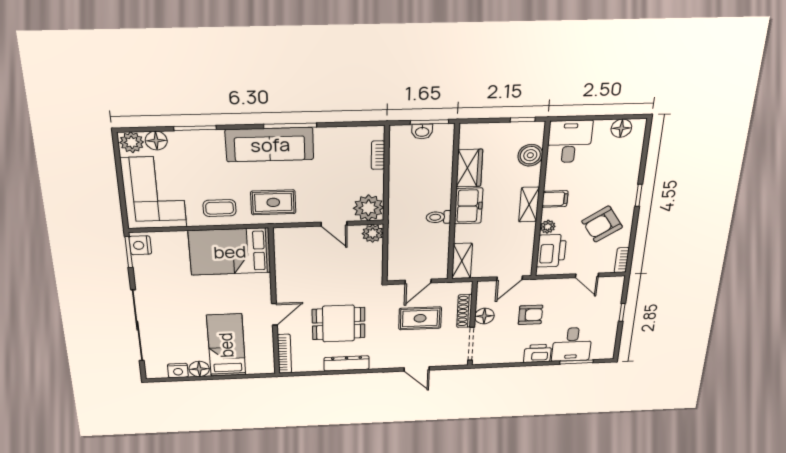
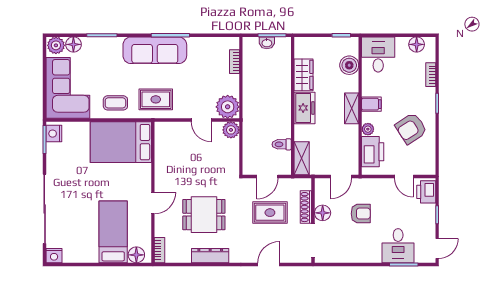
toilet: (439, 217) -> (282, 144), moved
bookcase: (622, 260) -> (431, 75), moved
door: (617, 345) -> (437, 248), added
printer: (538, 353) -> (426, 192), moved, turned -90
bookcase: (284, 354) -> (160, 250), width x0.64
floor lamp: (199, 369) -> (136, 255), moved
door: (417, 369) -> (268, 264), swing flipped
nightstand: (178, 371) -> (54, 256), moved

